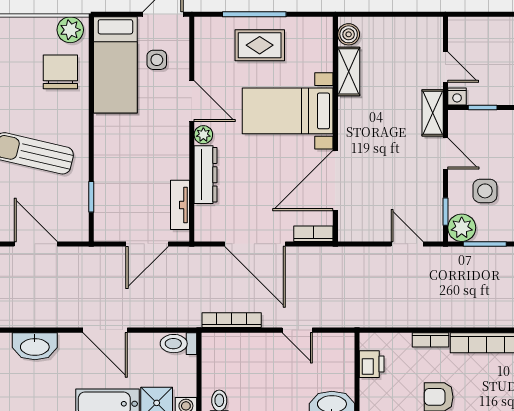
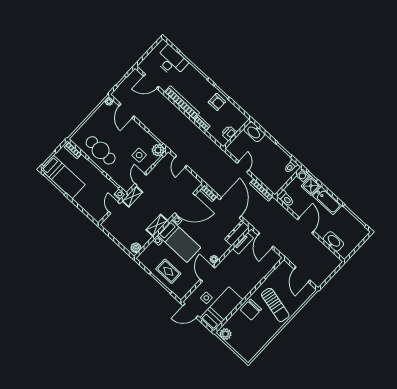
shelving: (349, 71) -> (157, 225), moved
chair: (60, 72) -> (251, 310), moved
dresser: (206, 175) -> (237, 233), moved
door: (147, 244) -> (266, 241), swing flipped

